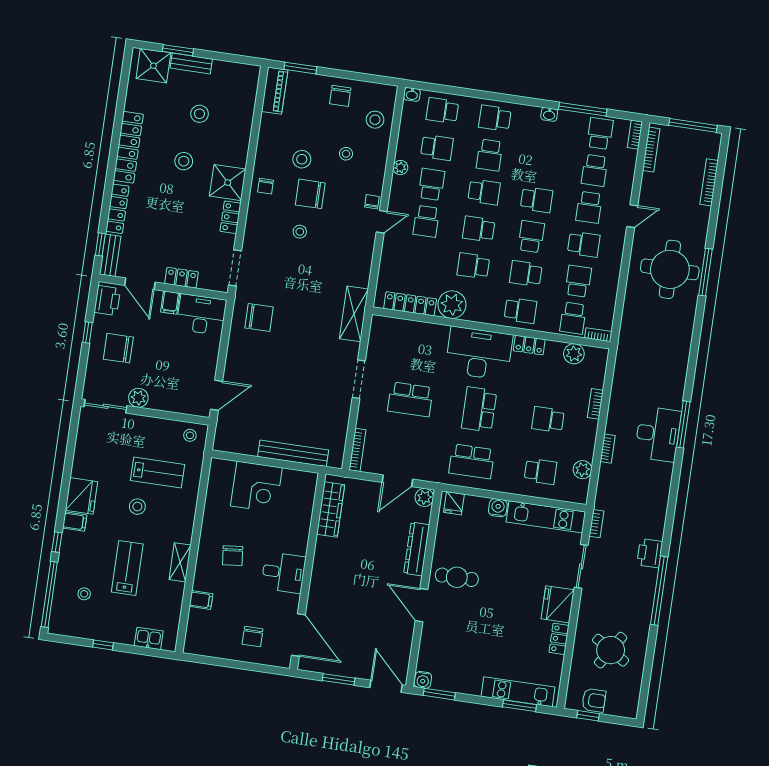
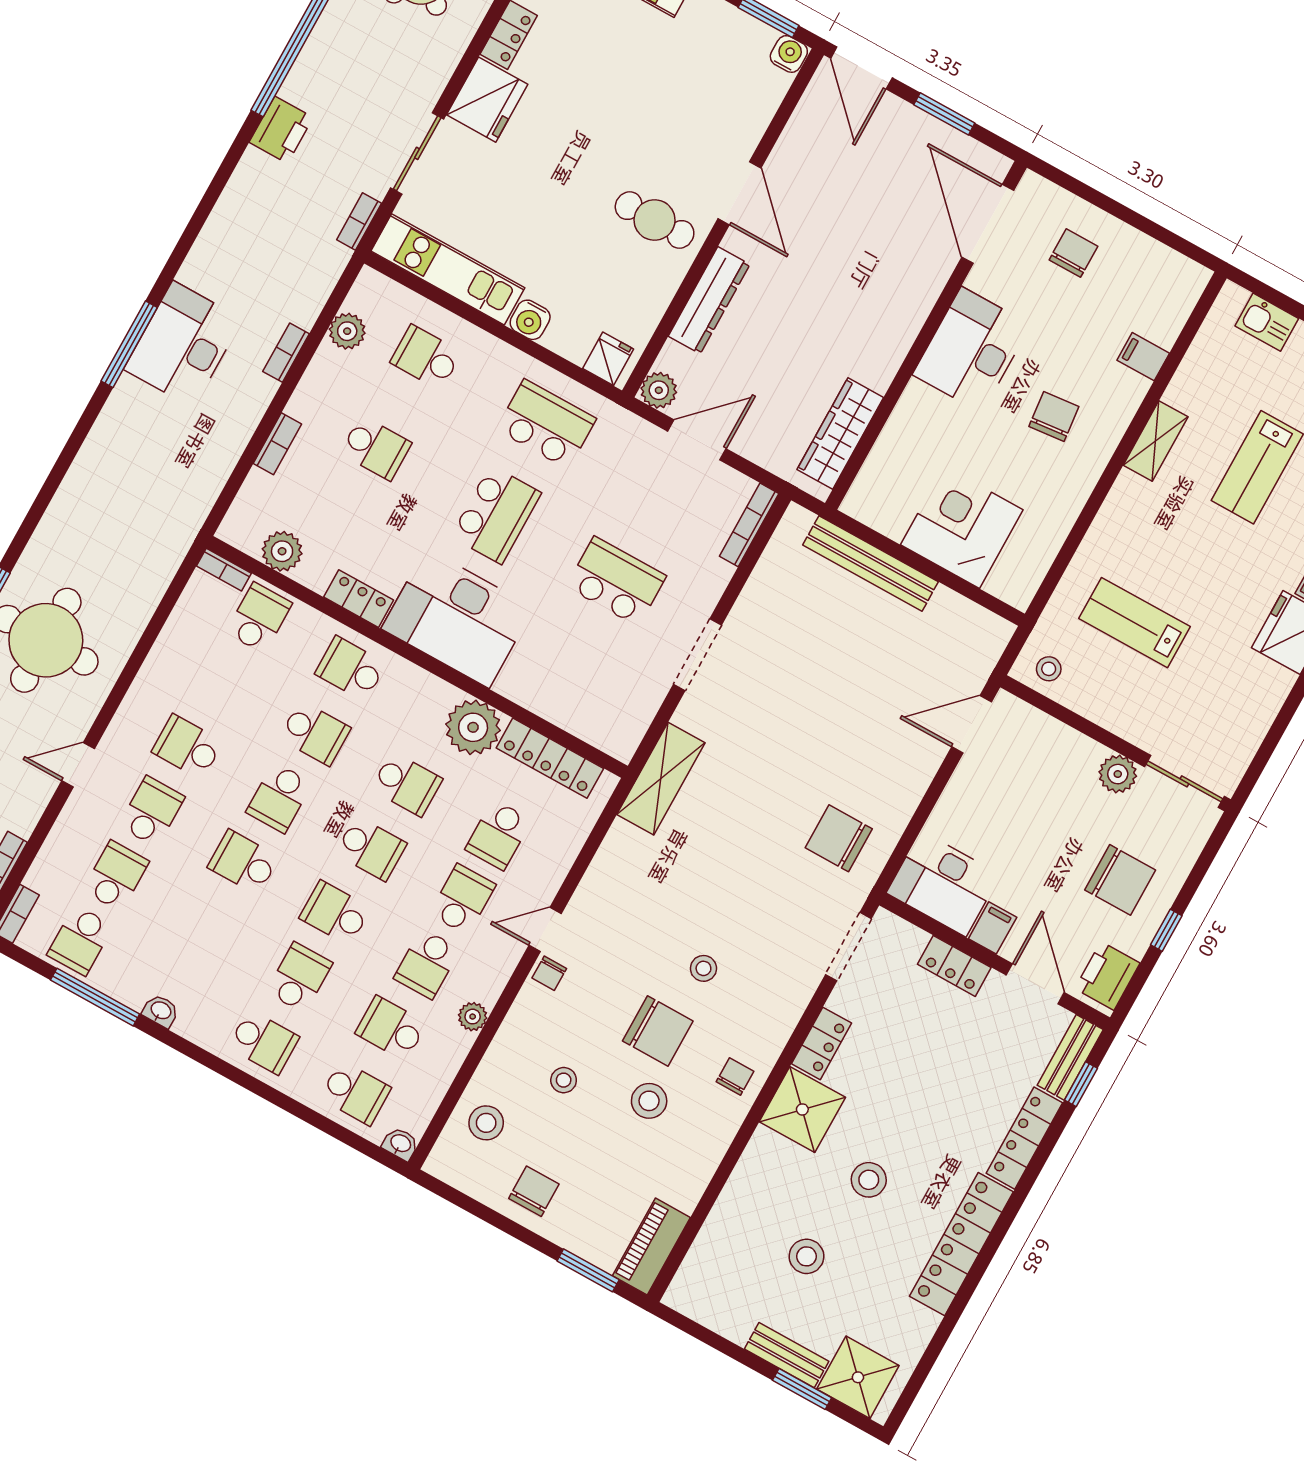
school desk: (578, 281) -> (498, 835), moved
stool: (137, 507) -> (1196, 574), removed
desk: (283, 573) -> (972, 350), width x1.37

